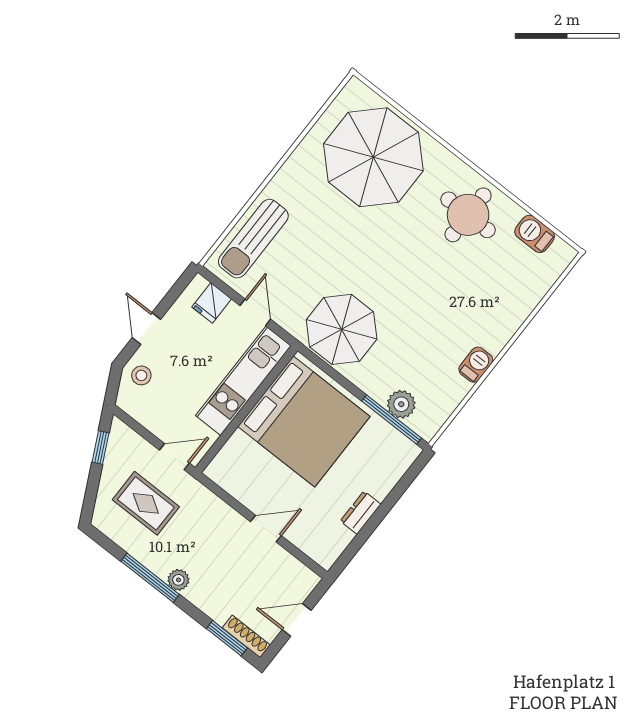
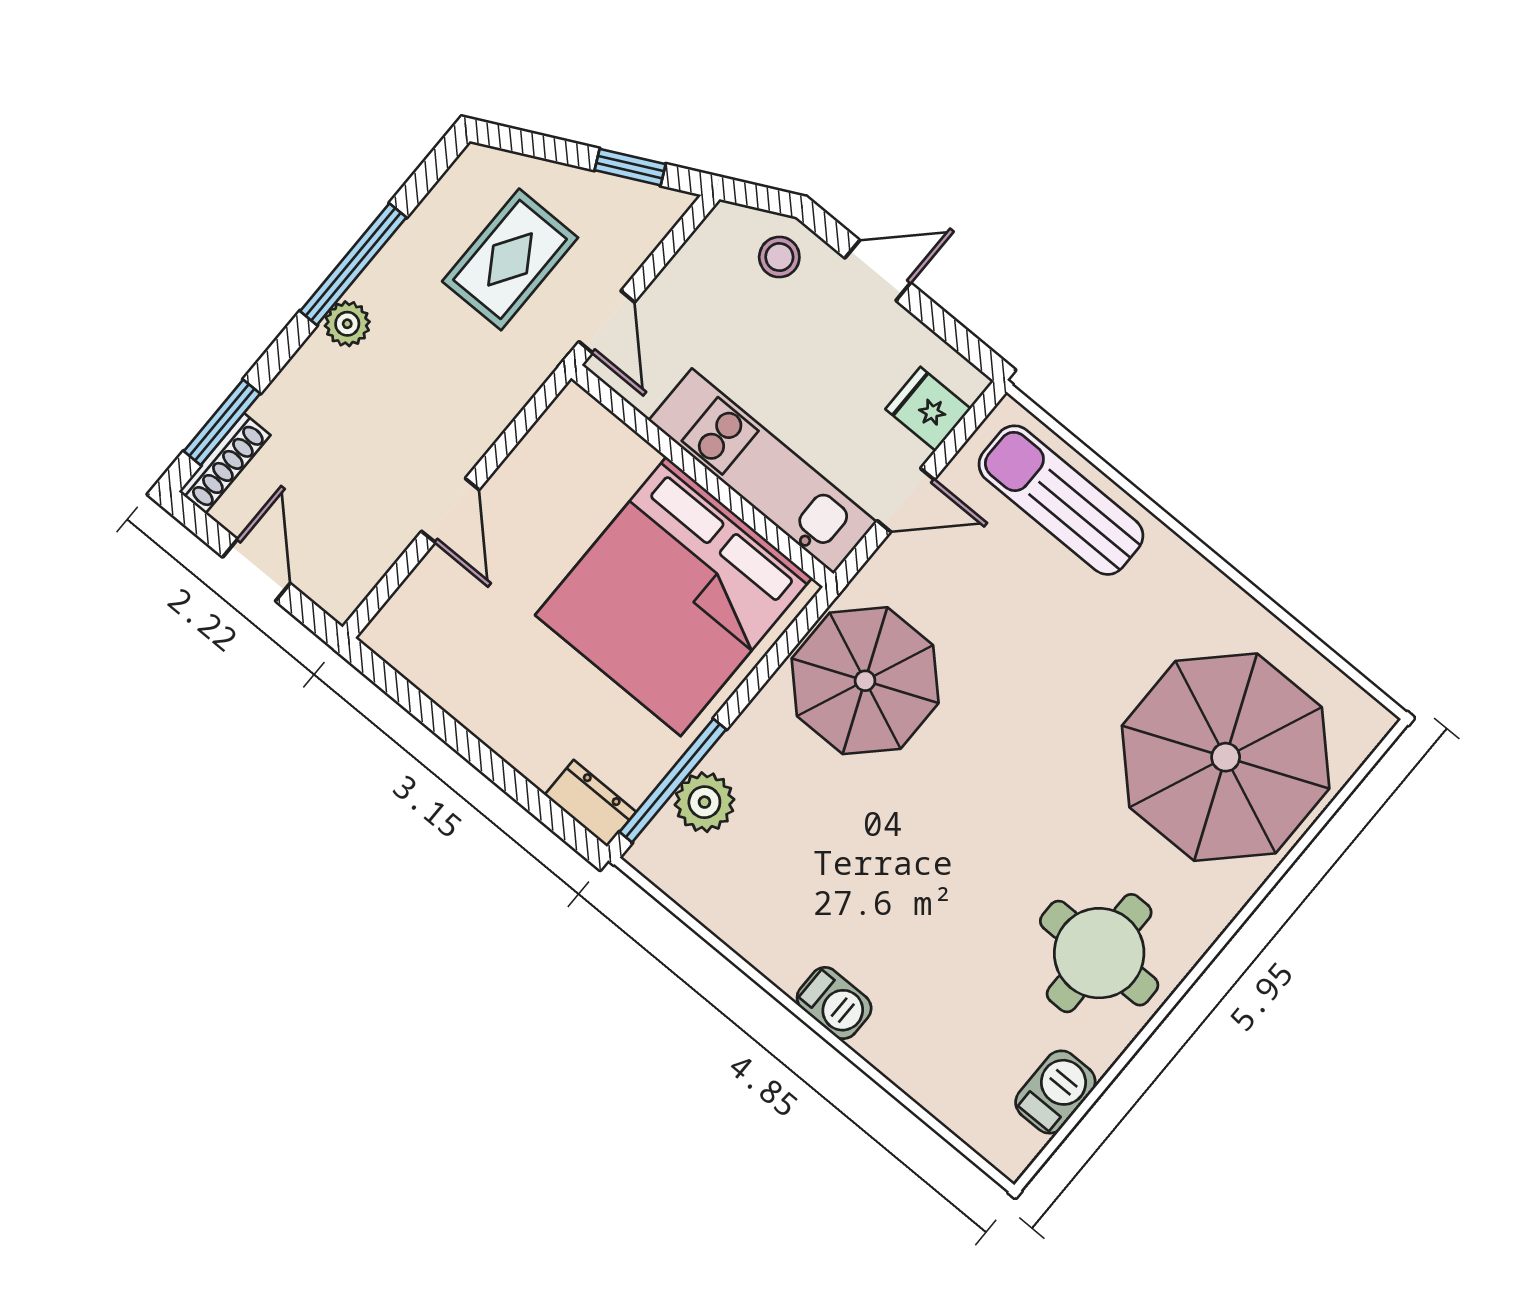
barbecue: (476, 365) -> (834, 1003), moved
dresser: (361, 513) -> (590, 803), moved

